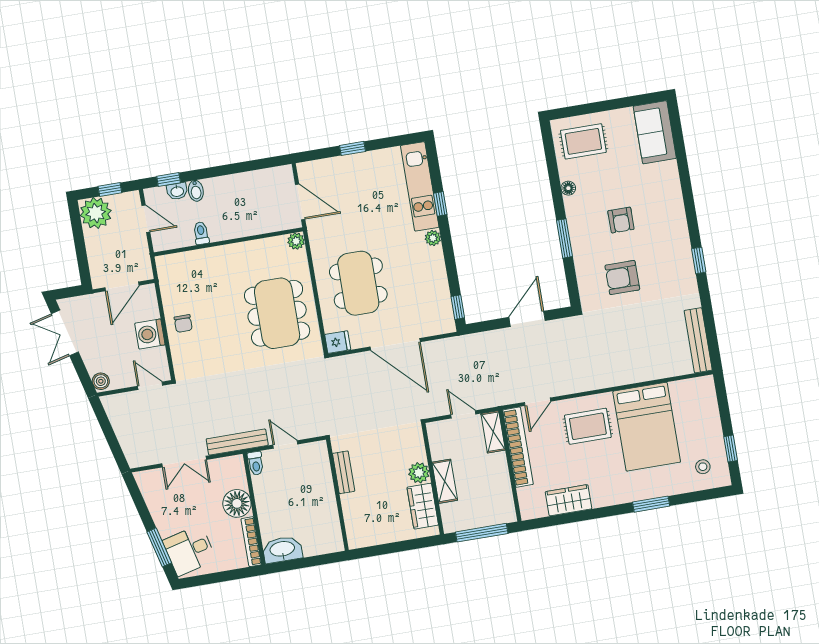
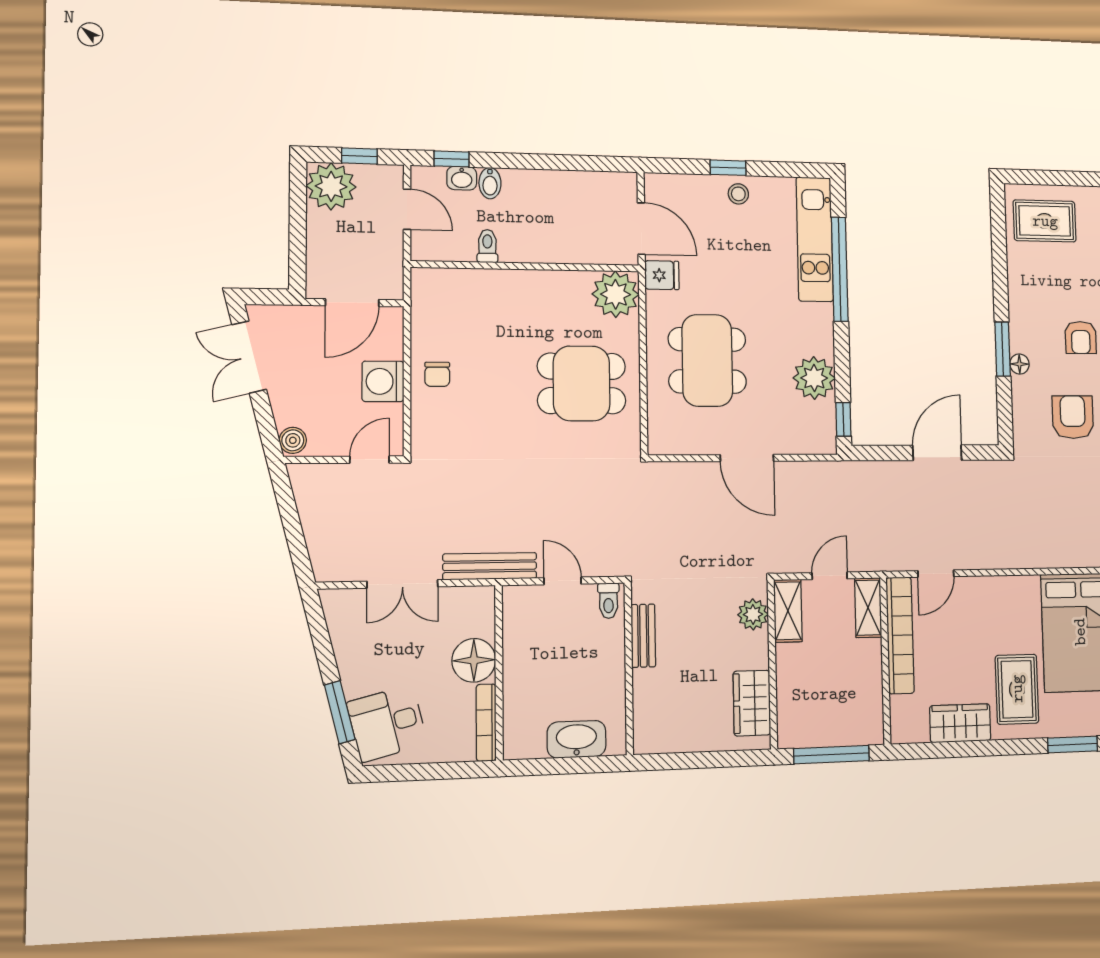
stool: (362, 165) -> (738, 194), added
floor lamp: (568, 188) -> (1019, 364), moved
window: (440, 204) -> (840, 269), width x3.17
plant: (433, 238) -> (814, 378), moved, width x1.87, depth x1.87
plant: (296, 241) -> (616, 294), width x1.88, depth x1.88
armchair: (622, 278) -> (1073, 417), turned 90
dining table: (277, 313) -> (582, 383), width x0.73
fridge: (338, 342) -> (662, 275), moved
door: (395, 344) -> (747, 458), width x0.73
door: (150, 386) -> (369, 460), hinge flipped
door: (463, 414) -> (830, 576), hinge flipped
rug: (588, 426) -> (1017, 689), moved, turned 90
toilet: (256, 463) -> (608, 601), moved
plant: (419, 473) -> (753, 614), moved
shelving: (445, 481) -> (788, 611), moved
washbasin: (282, 549) -> (576, 739), moved

